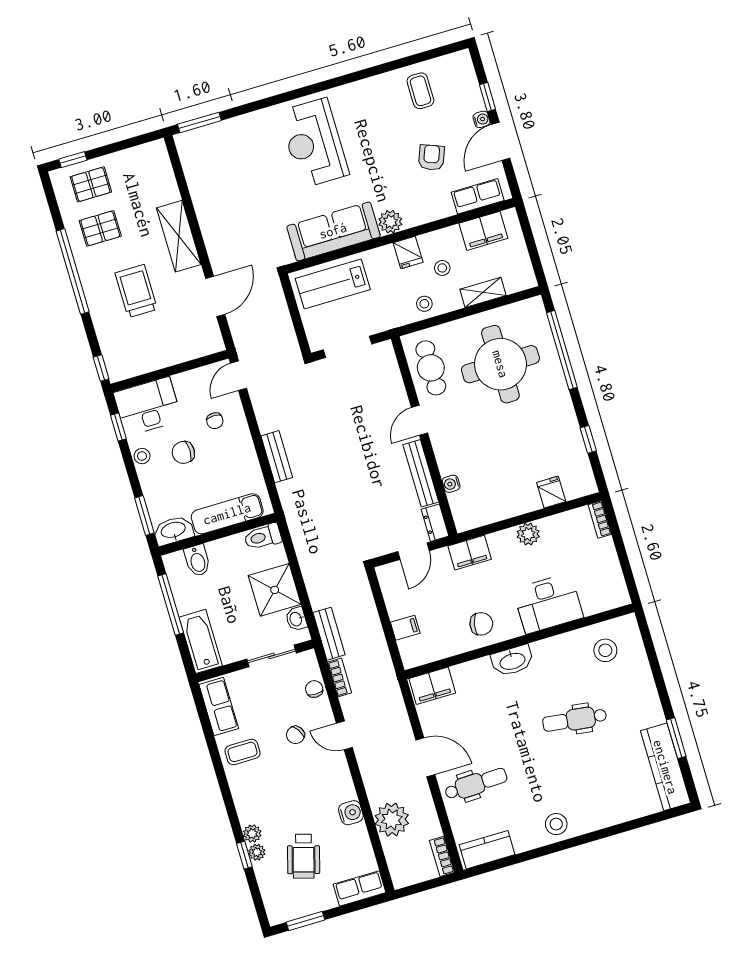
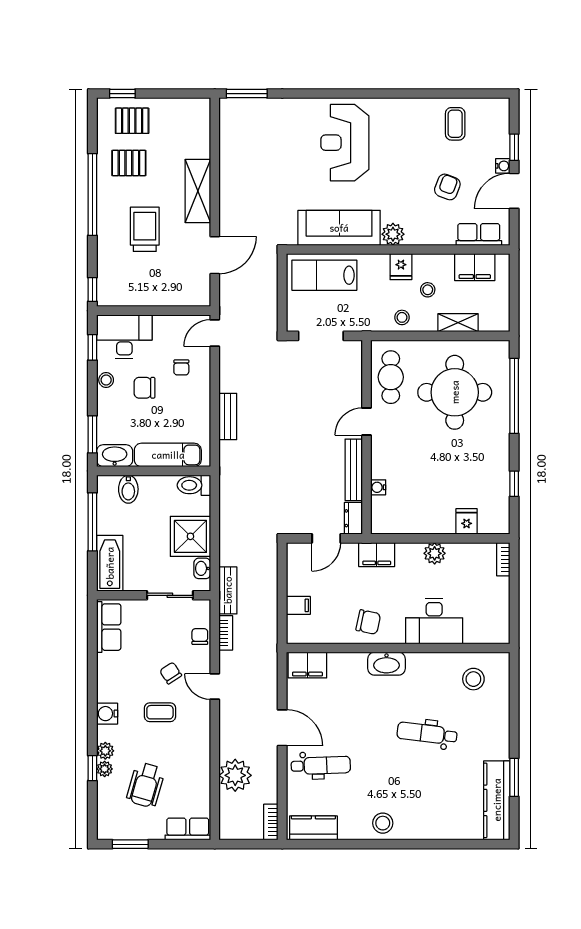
chair: (295, 735) -> (171, 673), turned 90
coffee table: (242, 752) -> (160, 712), moved
water cooler: (351, 813) -> (107, 714), moved, turned 180

